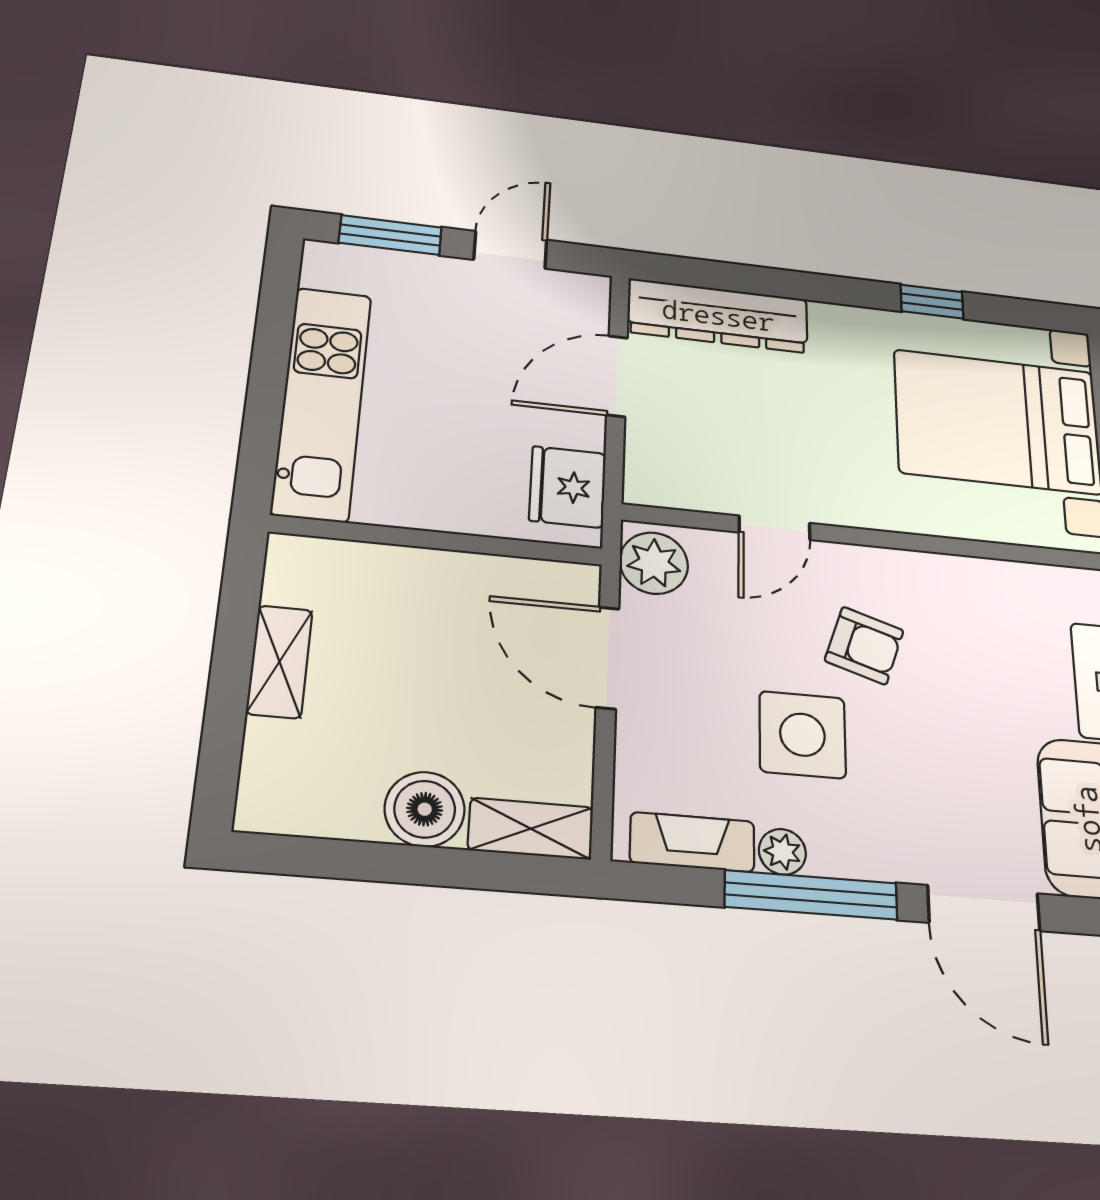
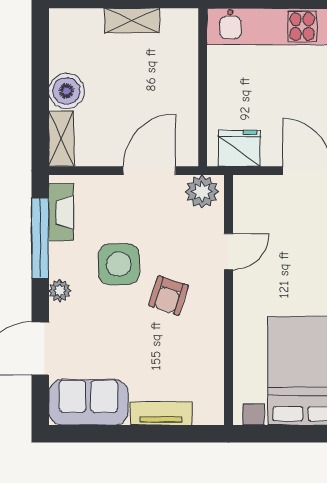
door: (775, 528) -> (229, 252), swing flipped
plant: (782, 852) -> (60, 291), moved
window: (811, 895) -> (40, 238), moved

